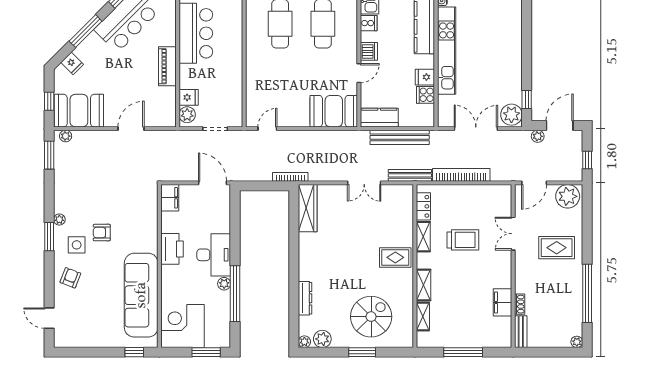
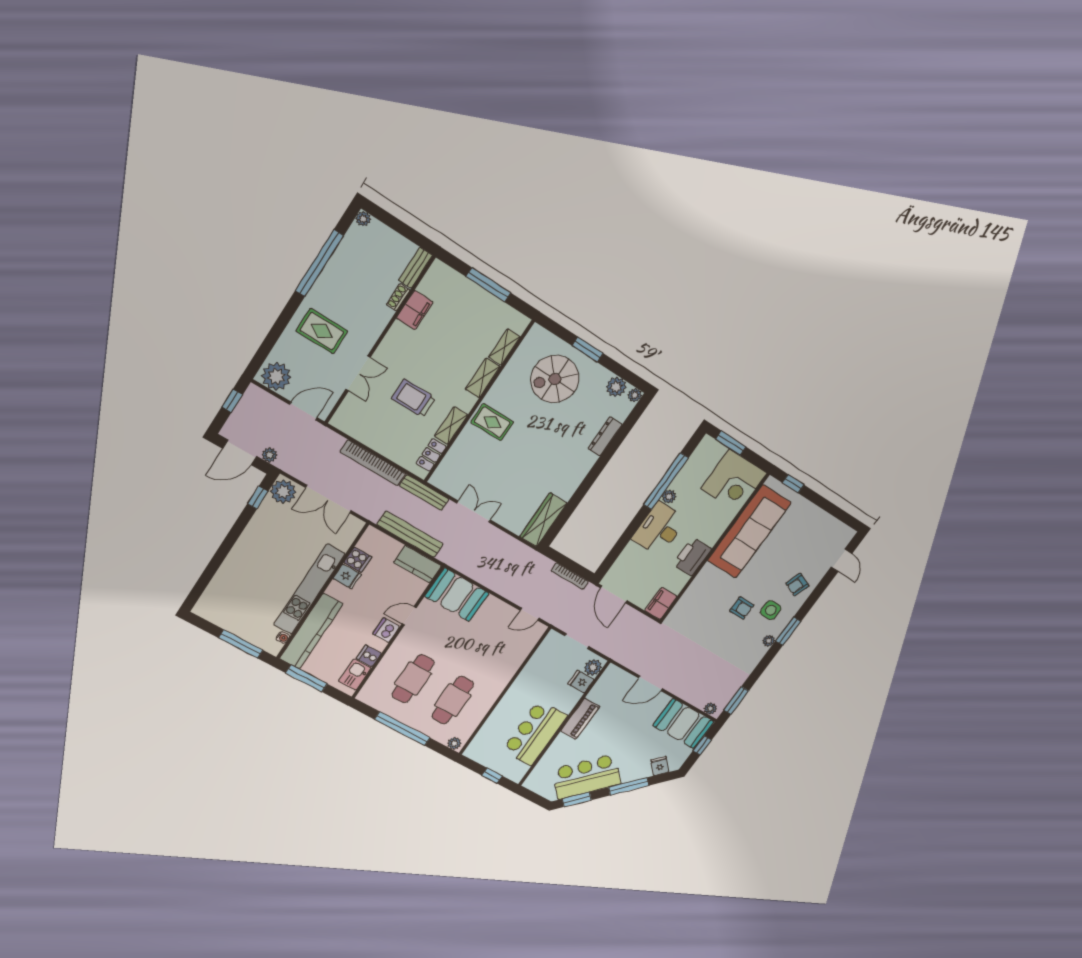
bookcase: (290, 177) -> (570, 576), moved

